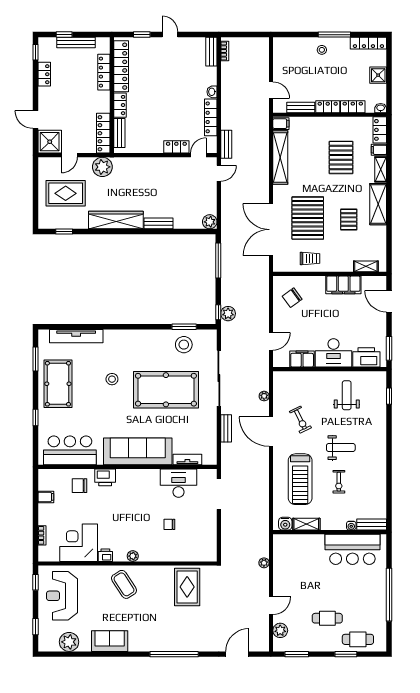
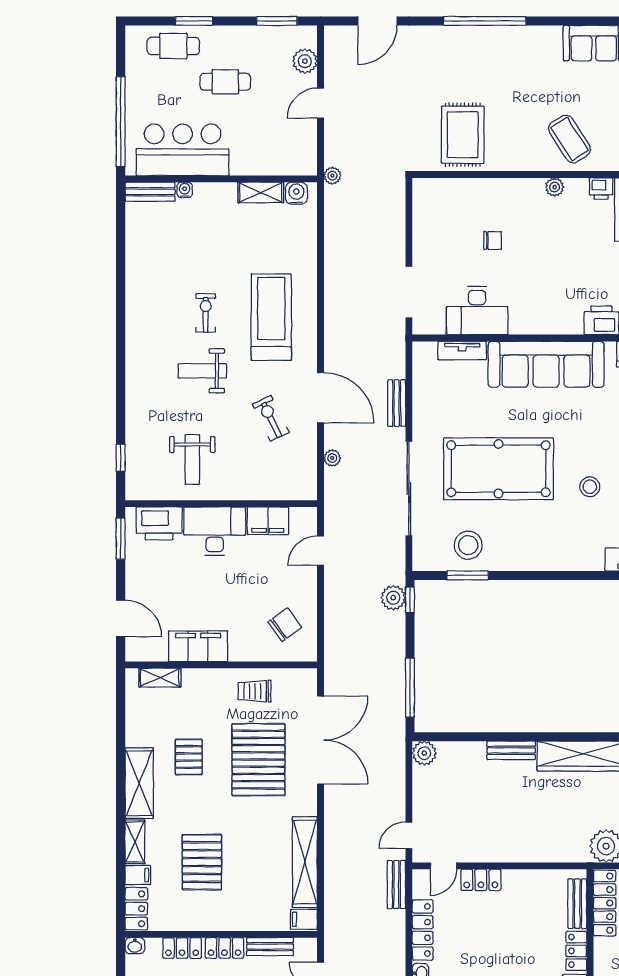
water cooler: (285, 524) -> (296, 193), moved
shelving: (306, 524) -> (261, 192), moved
bench: (372, 525) -> (150, 192), moved
water cooler: (351, 526) -> (185, 190), moved
wall: (330, 532) -> (221, 179), moved
bar counter: (352, 549) -> (183, 150), moved

